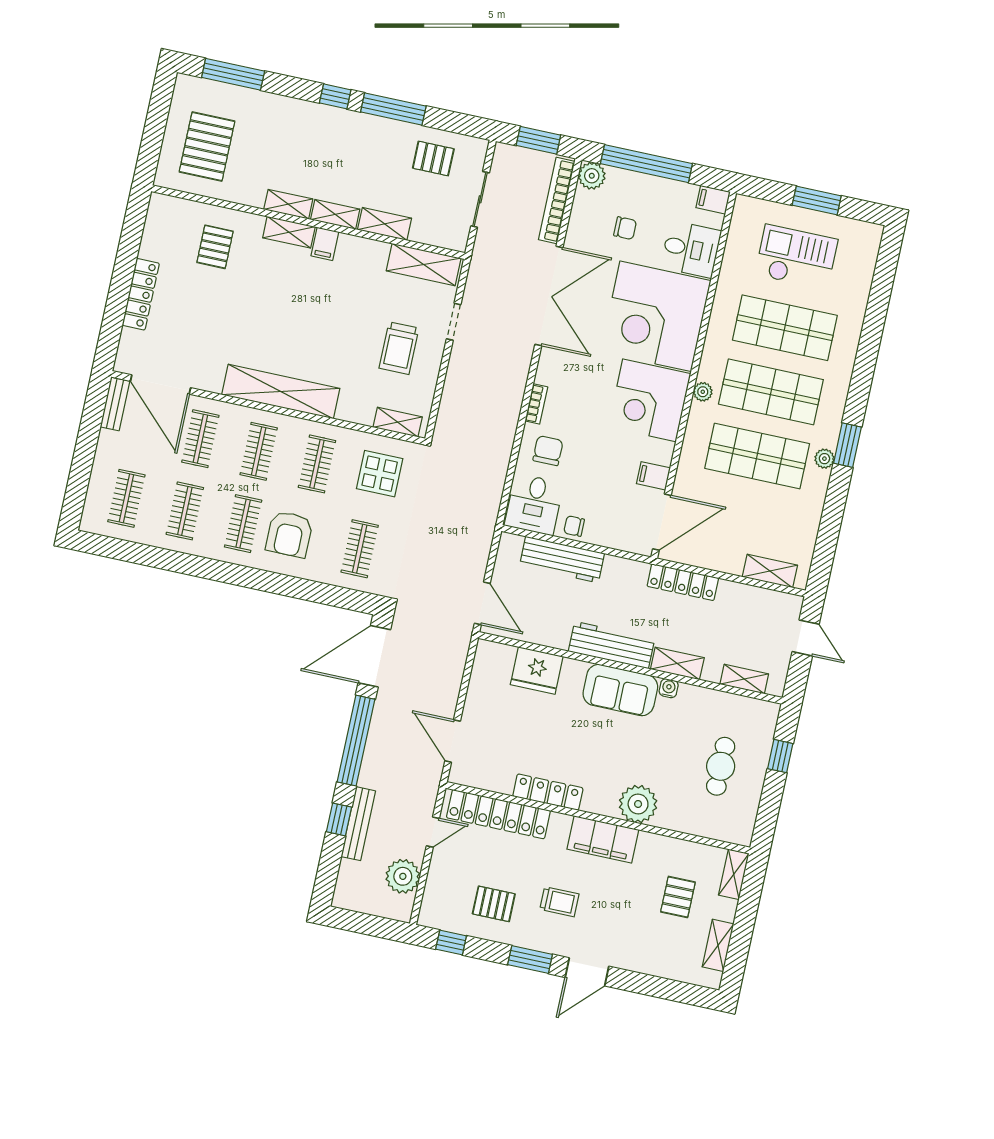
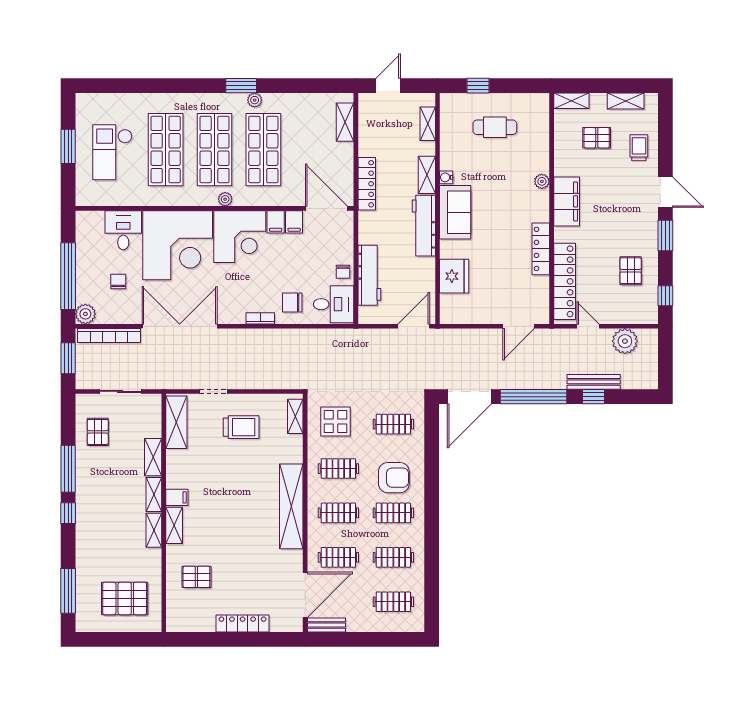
filing cabinet: (713, 200) -> (276, 222), moved
door: (374, 656) -> (469, 397), hinge flipped
plant: (638, 804) -> (542, 181), width x0.53, depth x0.53
trolley: (559, 902) -> (639, 148), moved

